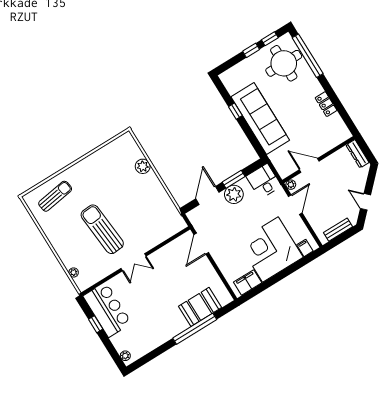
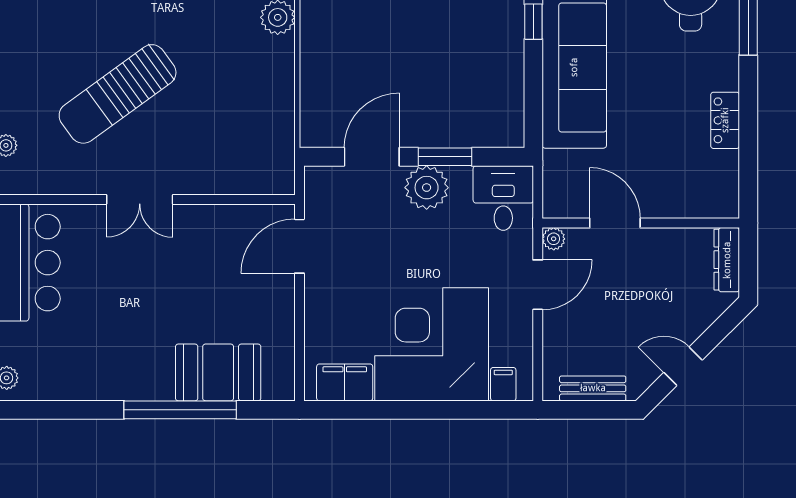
door: (365, 202) -> (683, 366), hinge flipped
sun lounger: (102, 229) -> (118, 94), turned -121

